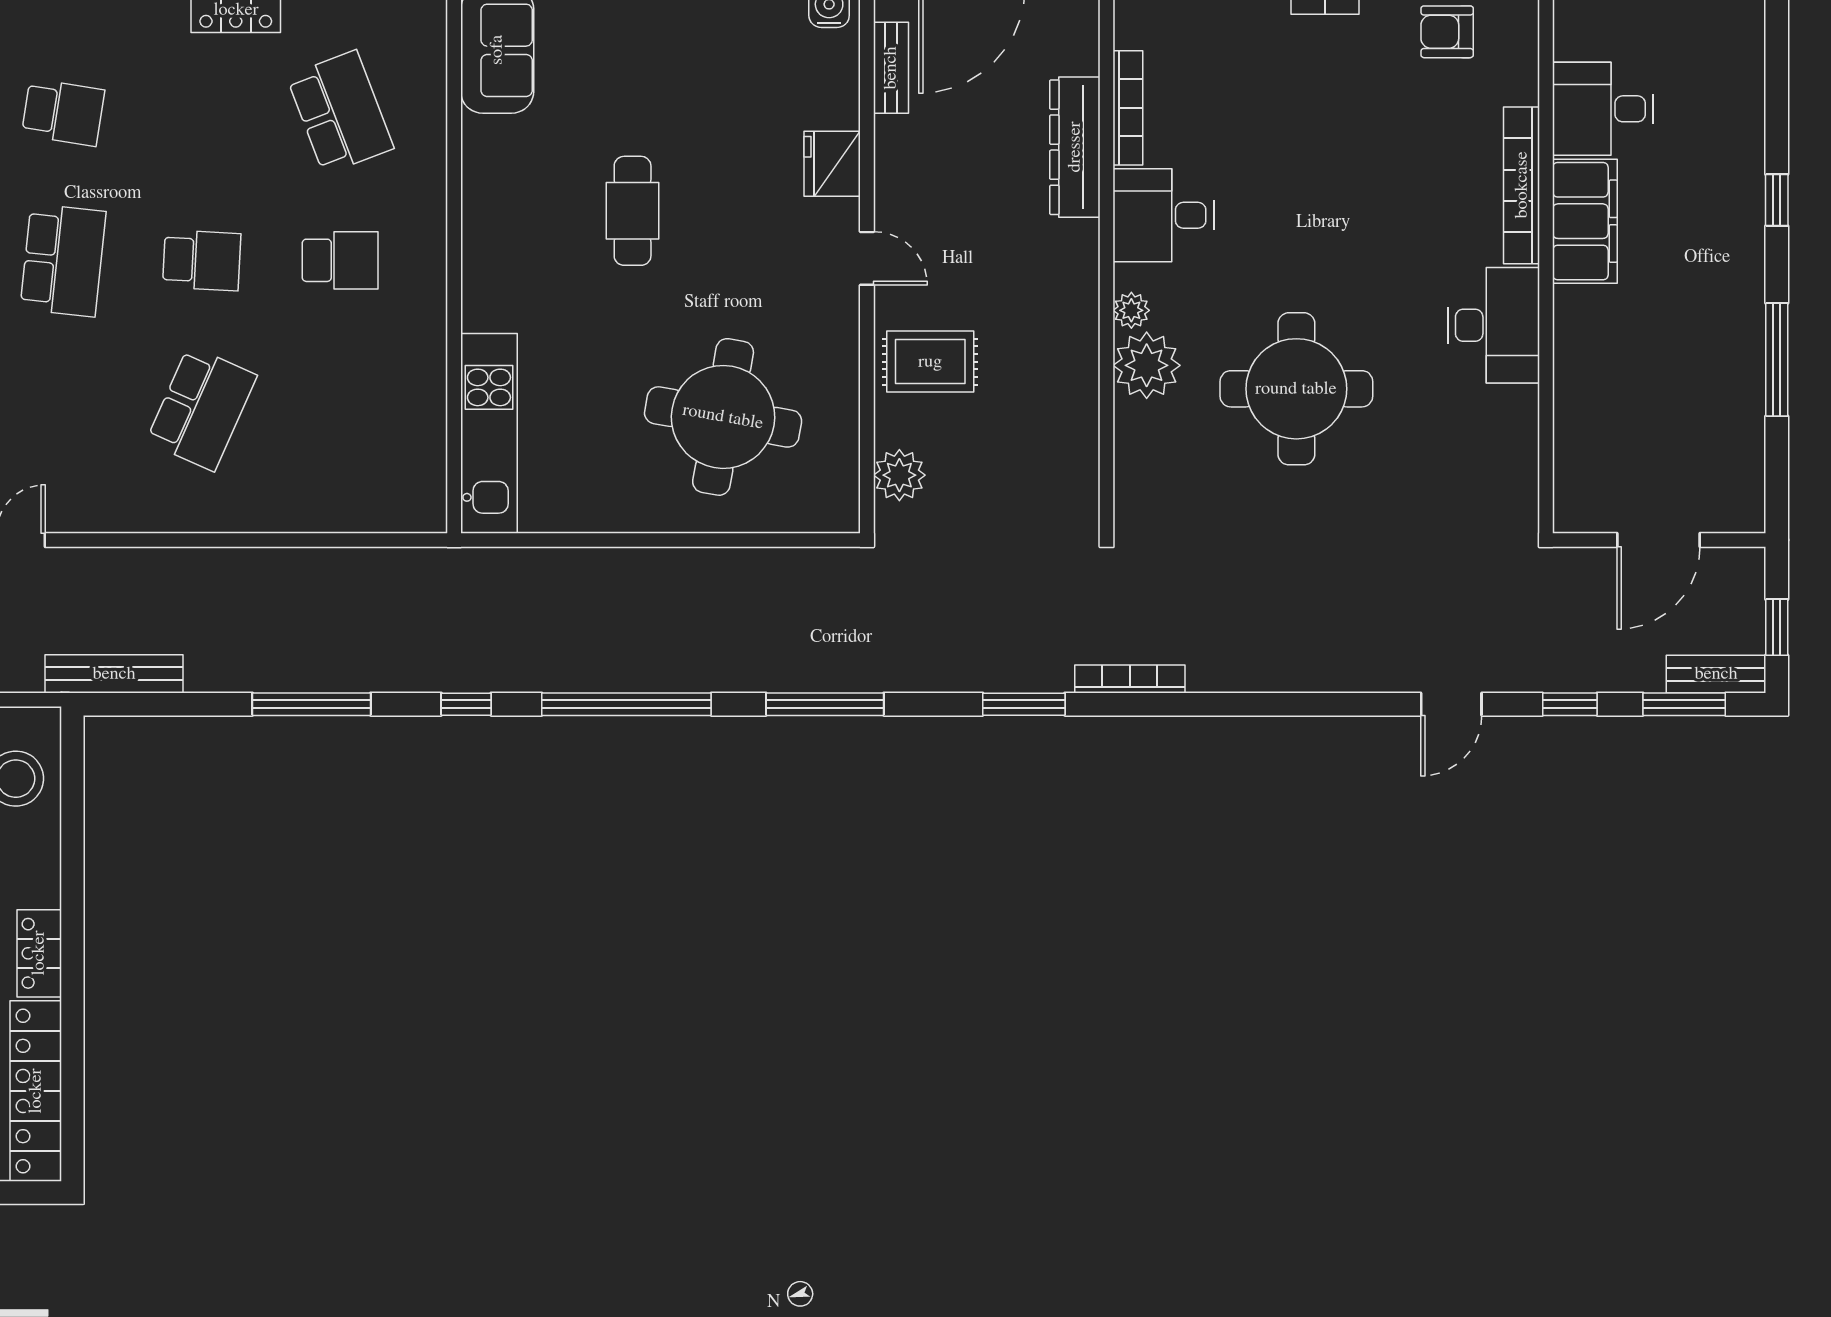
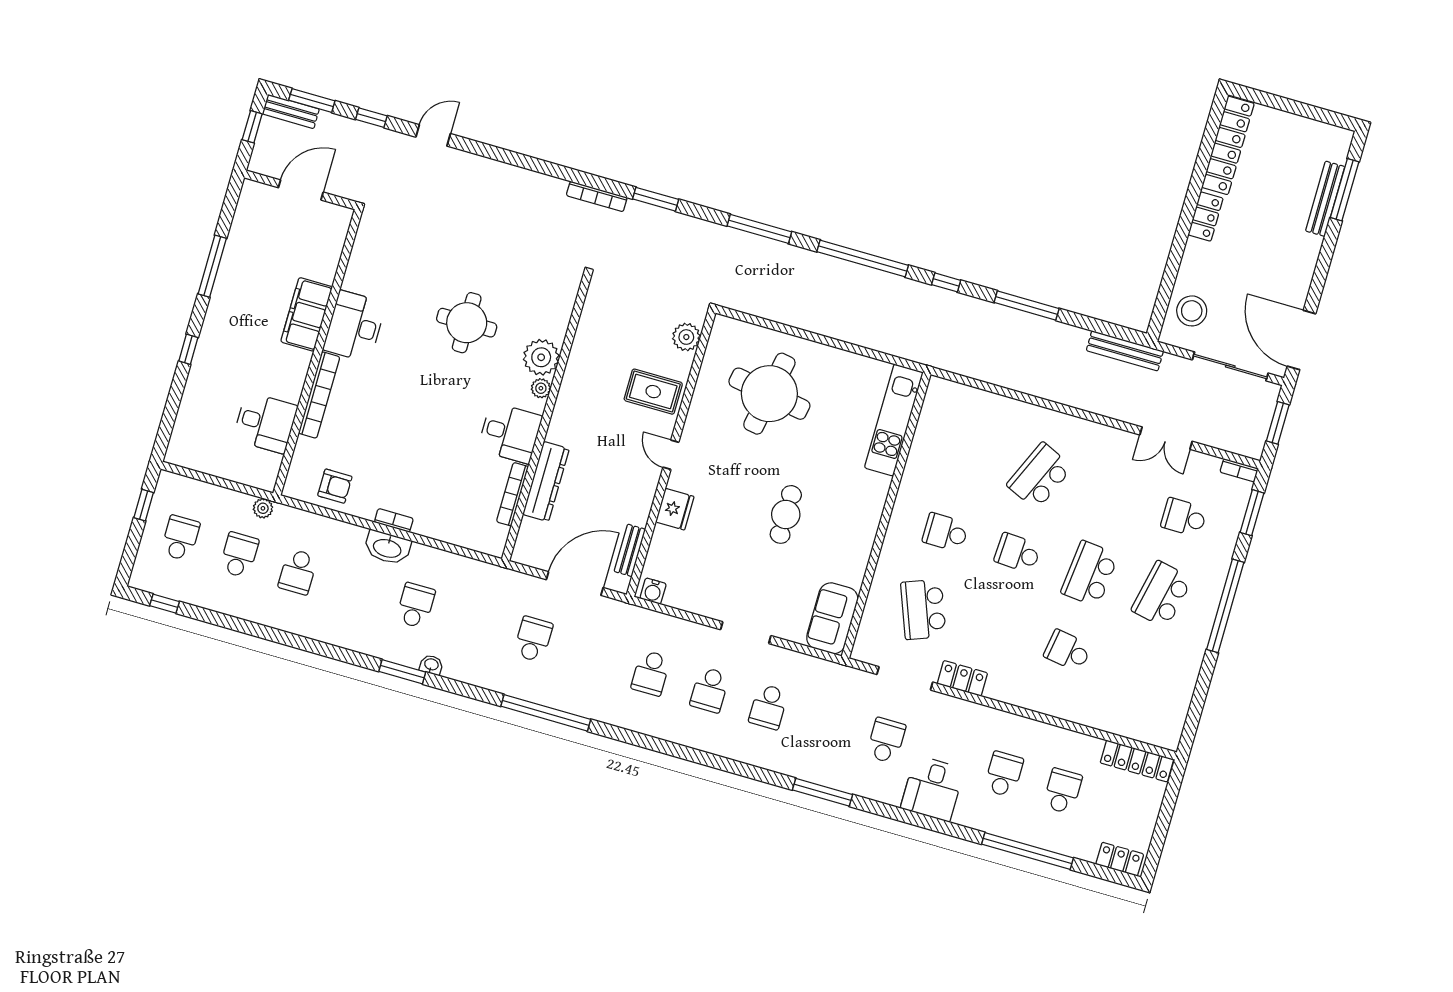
filing cabinet: (1585, 221) -> (307, 314), moved
round table: (1296, 389) -> (467, 323), width x0.73, depth x0.73

